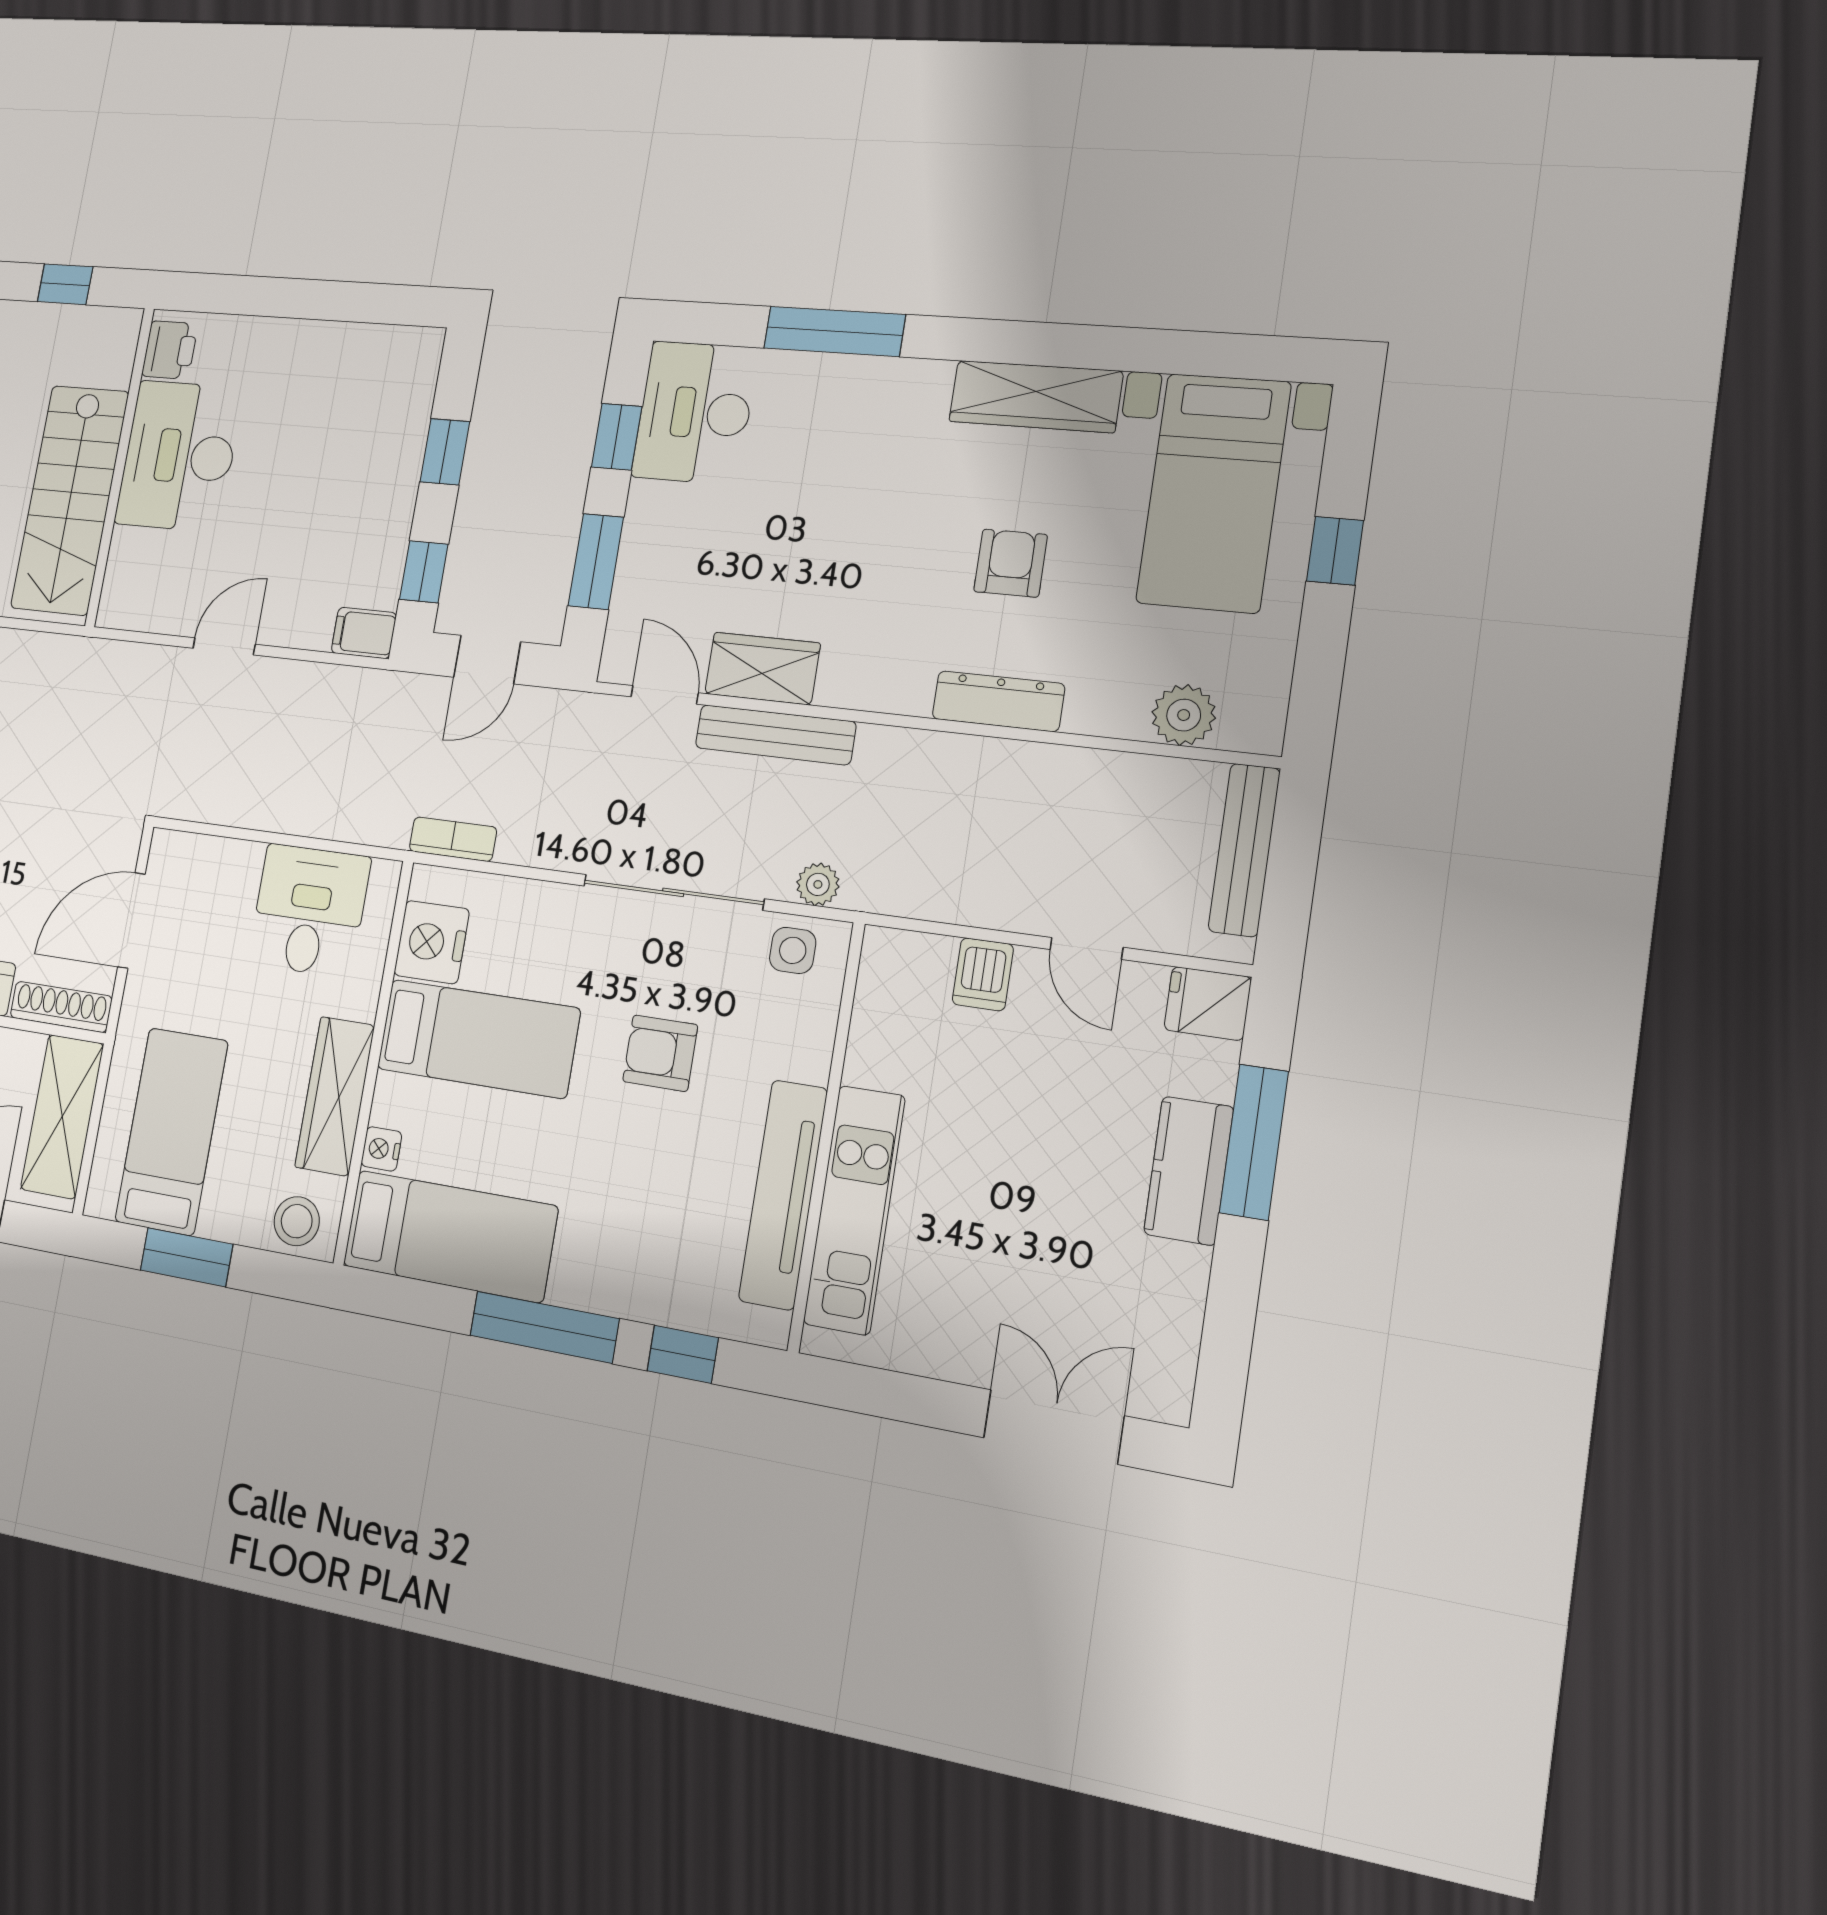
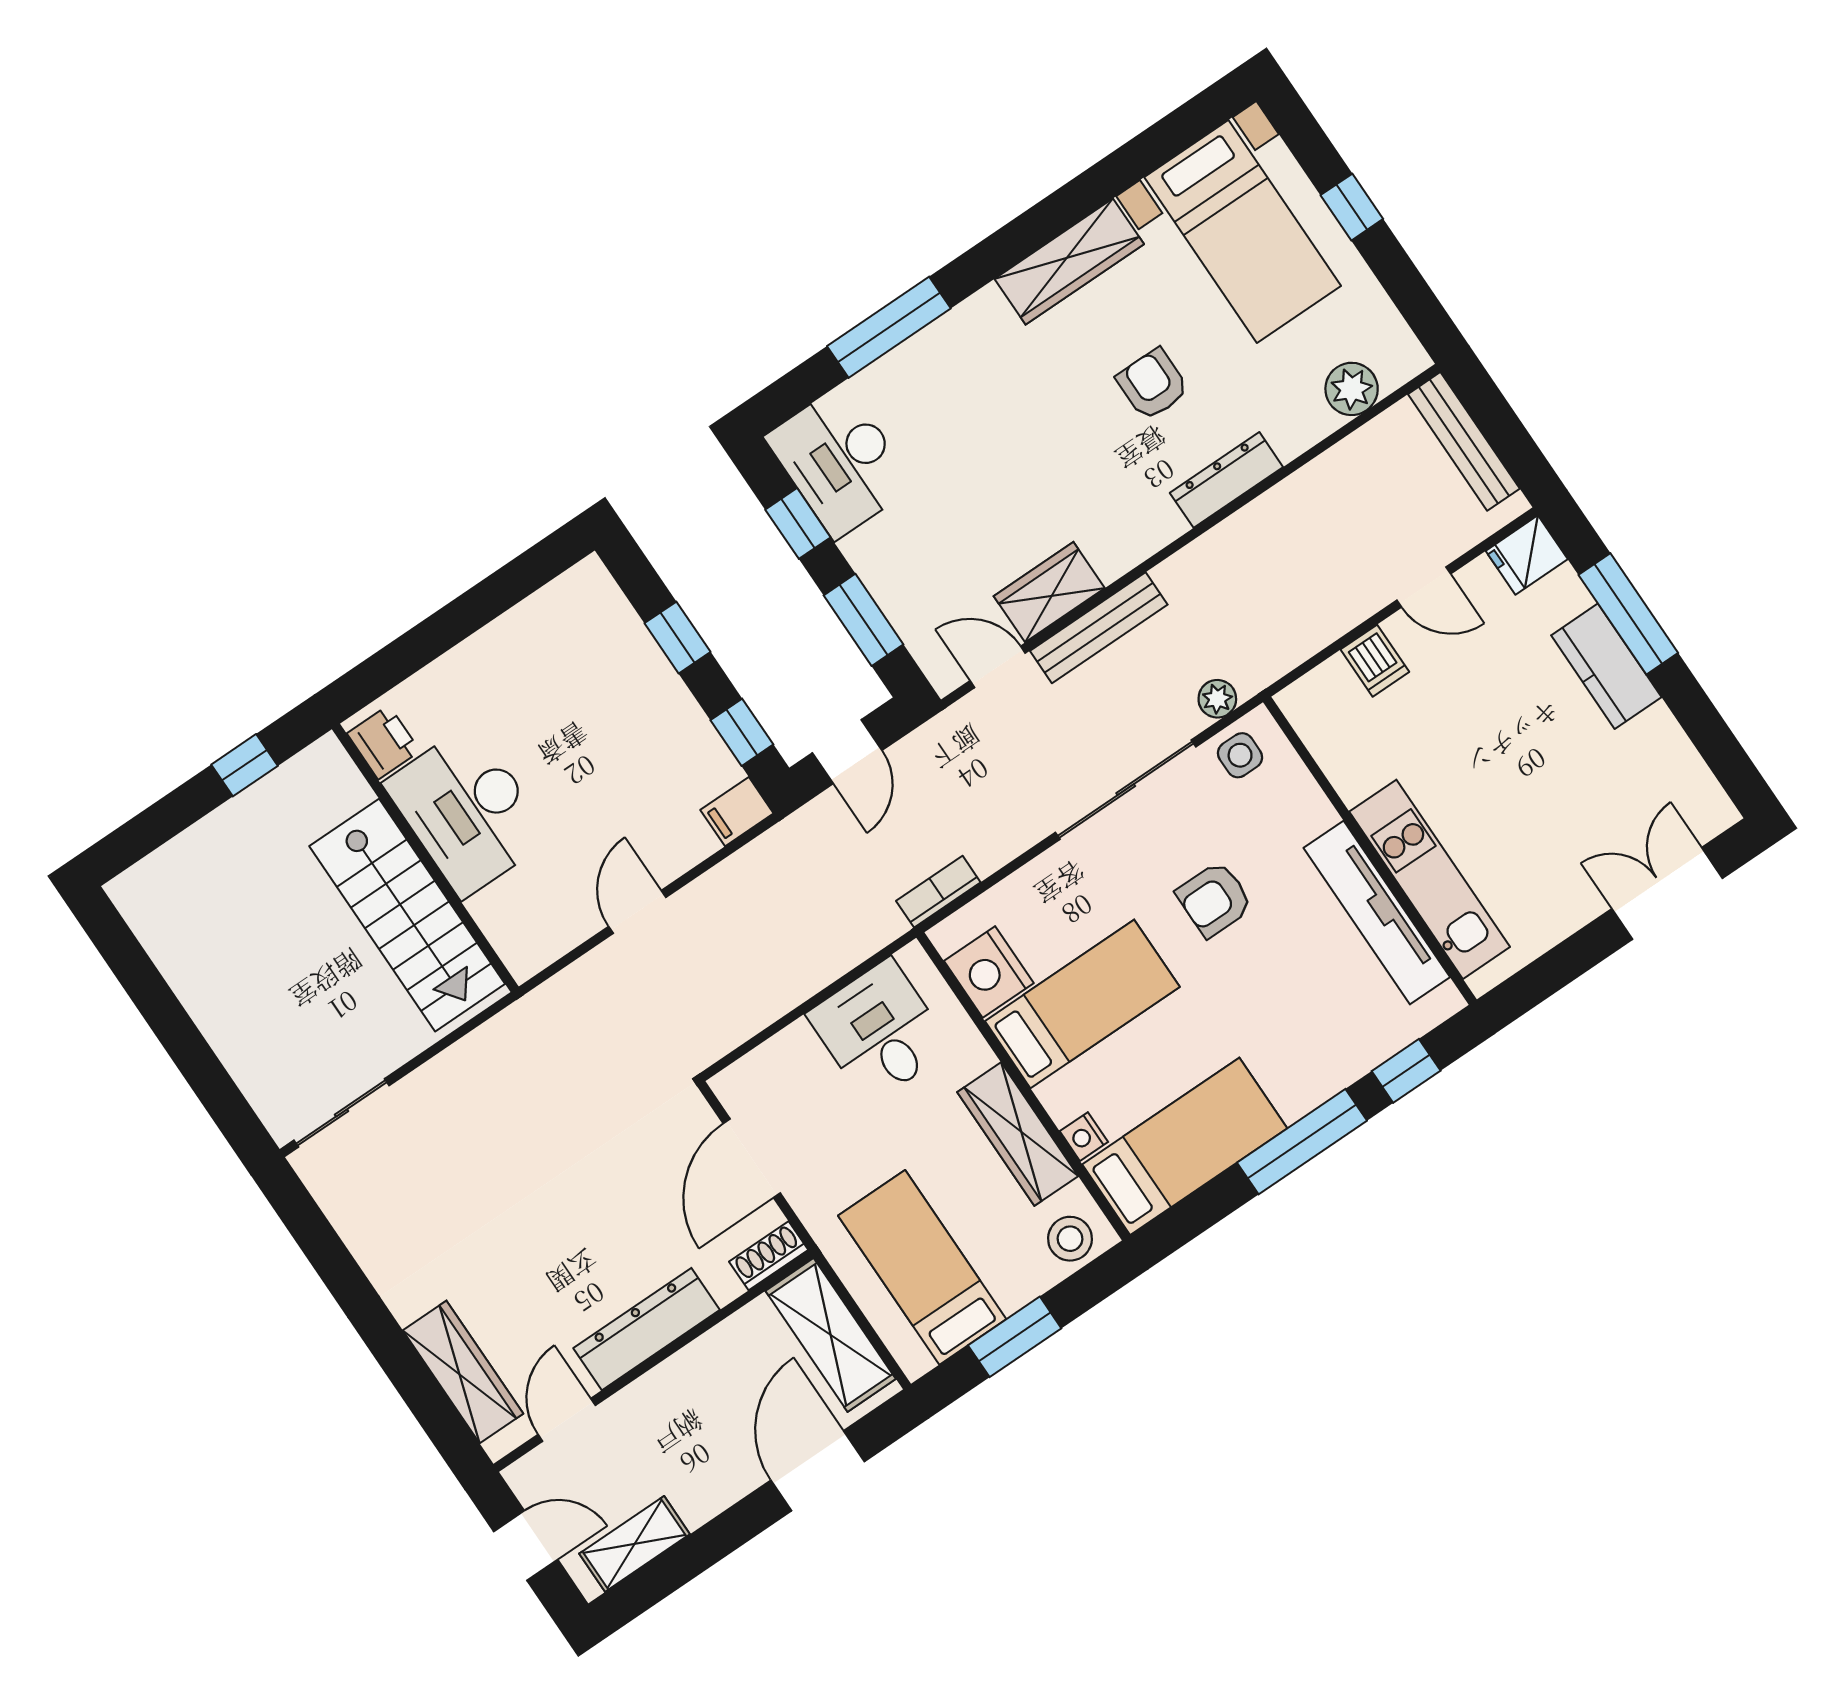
shoe rack: (61, 1007) -> (769, 1256), width x0.70

